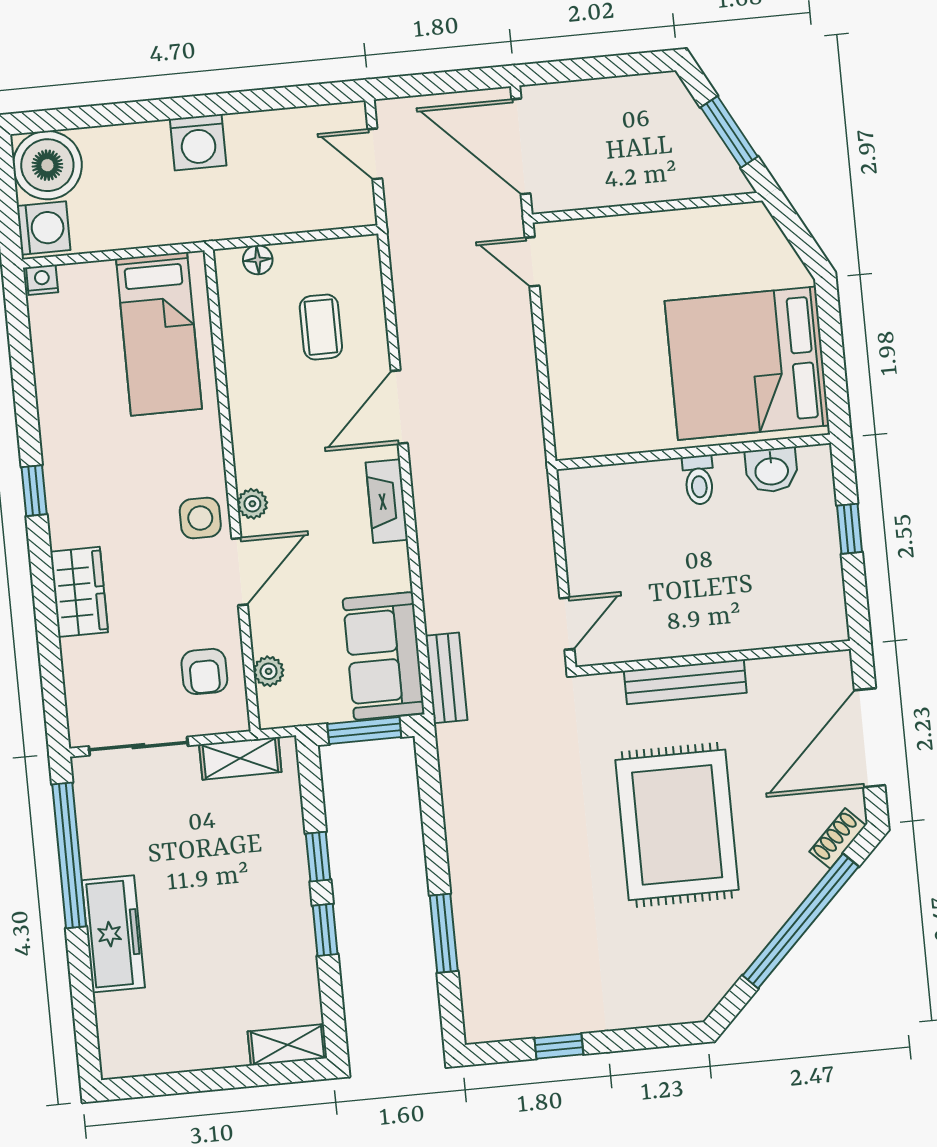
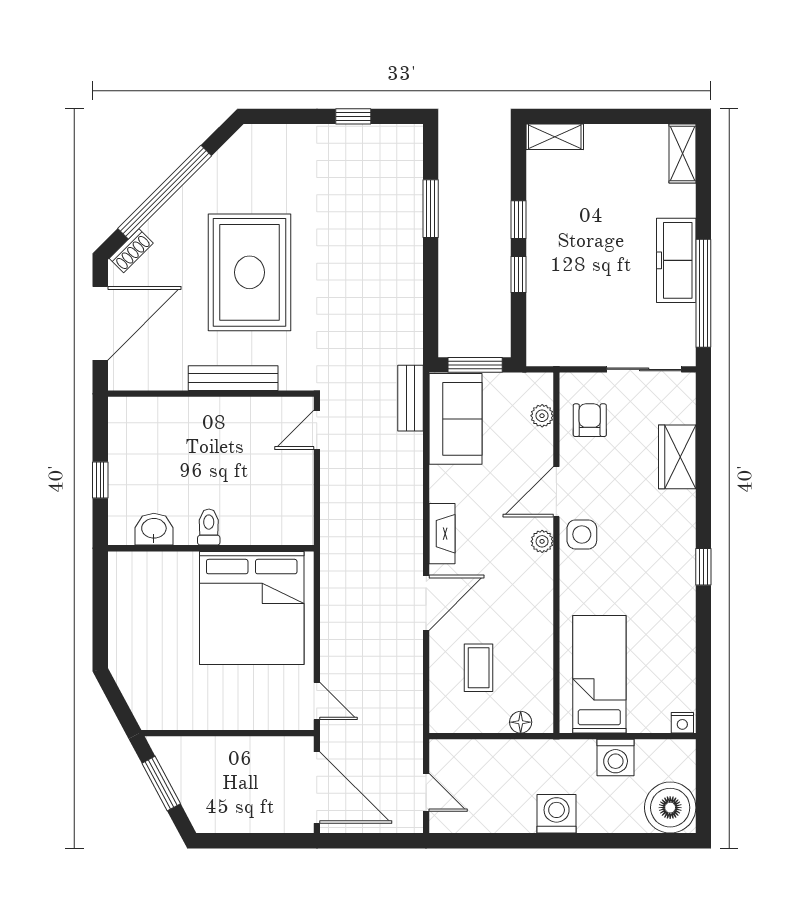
washing machine: (44, 228) -> (616, 758), moved, turned -90
bed: (747, 363) -> (252, 608), moved, turned 90
wardrobe: (79, 592) -> (677, 457), moved
shelving: (240, 758) -> (682, 153), moved, turned 90
freezer: (113, 934) -> (676, 260), moved

